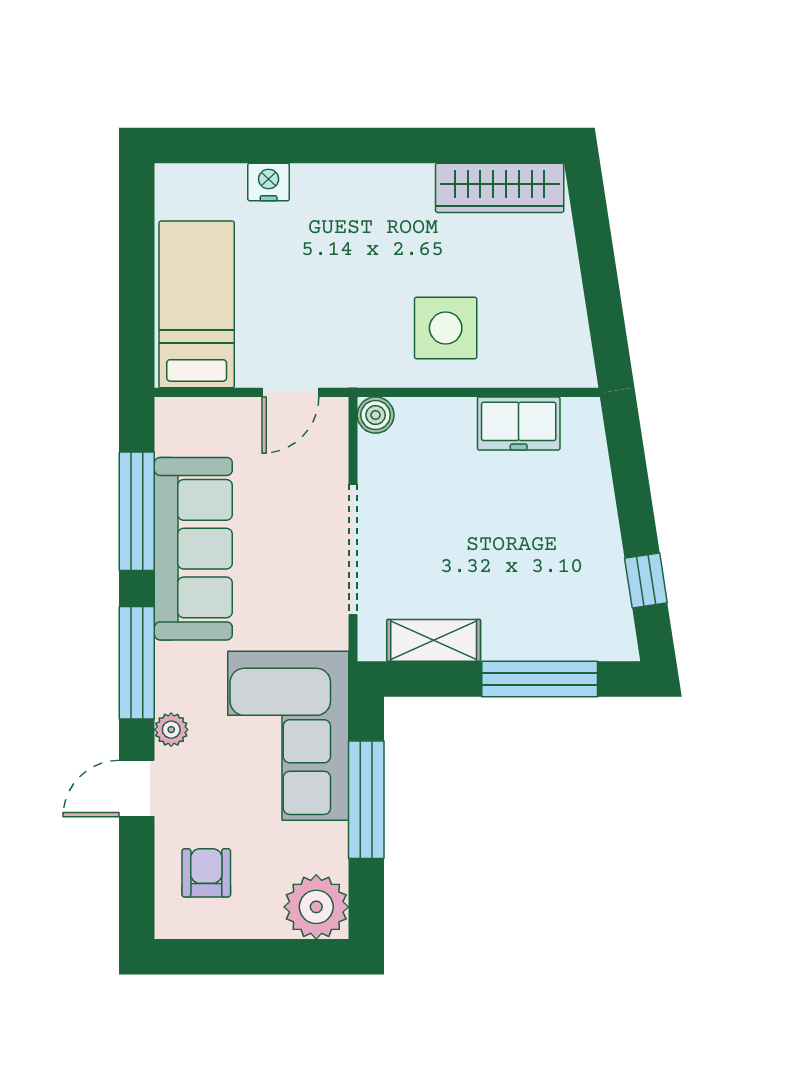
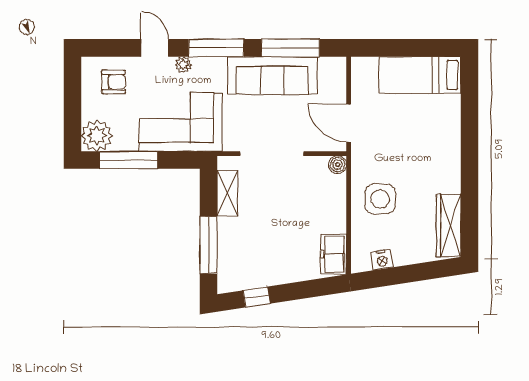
nightstand: (269, 182) -> (382, 260), moved, turned 81
bed: (197, 304) -> (420, 75), moved, turned 180
door: (290, 392) -> (349, 123), width x1.38
freezer: (519, 424) -> (333, 254), moved
window: (366, 800) -> (129, 160), moved

